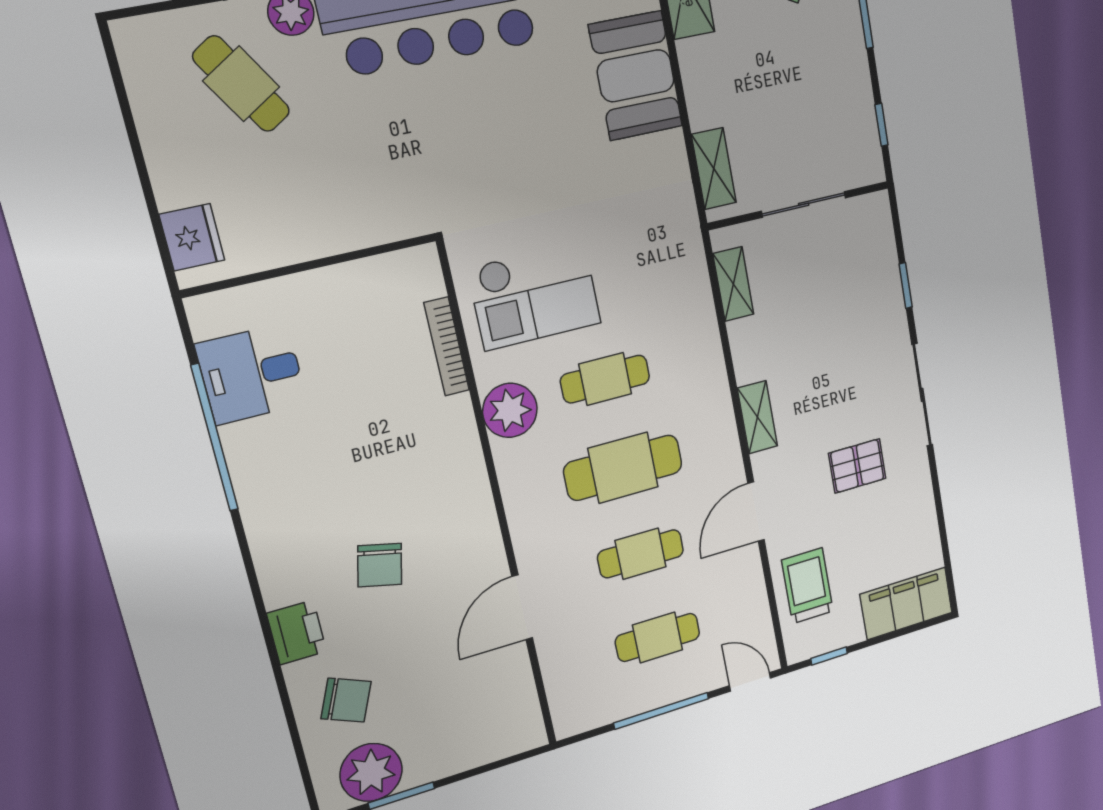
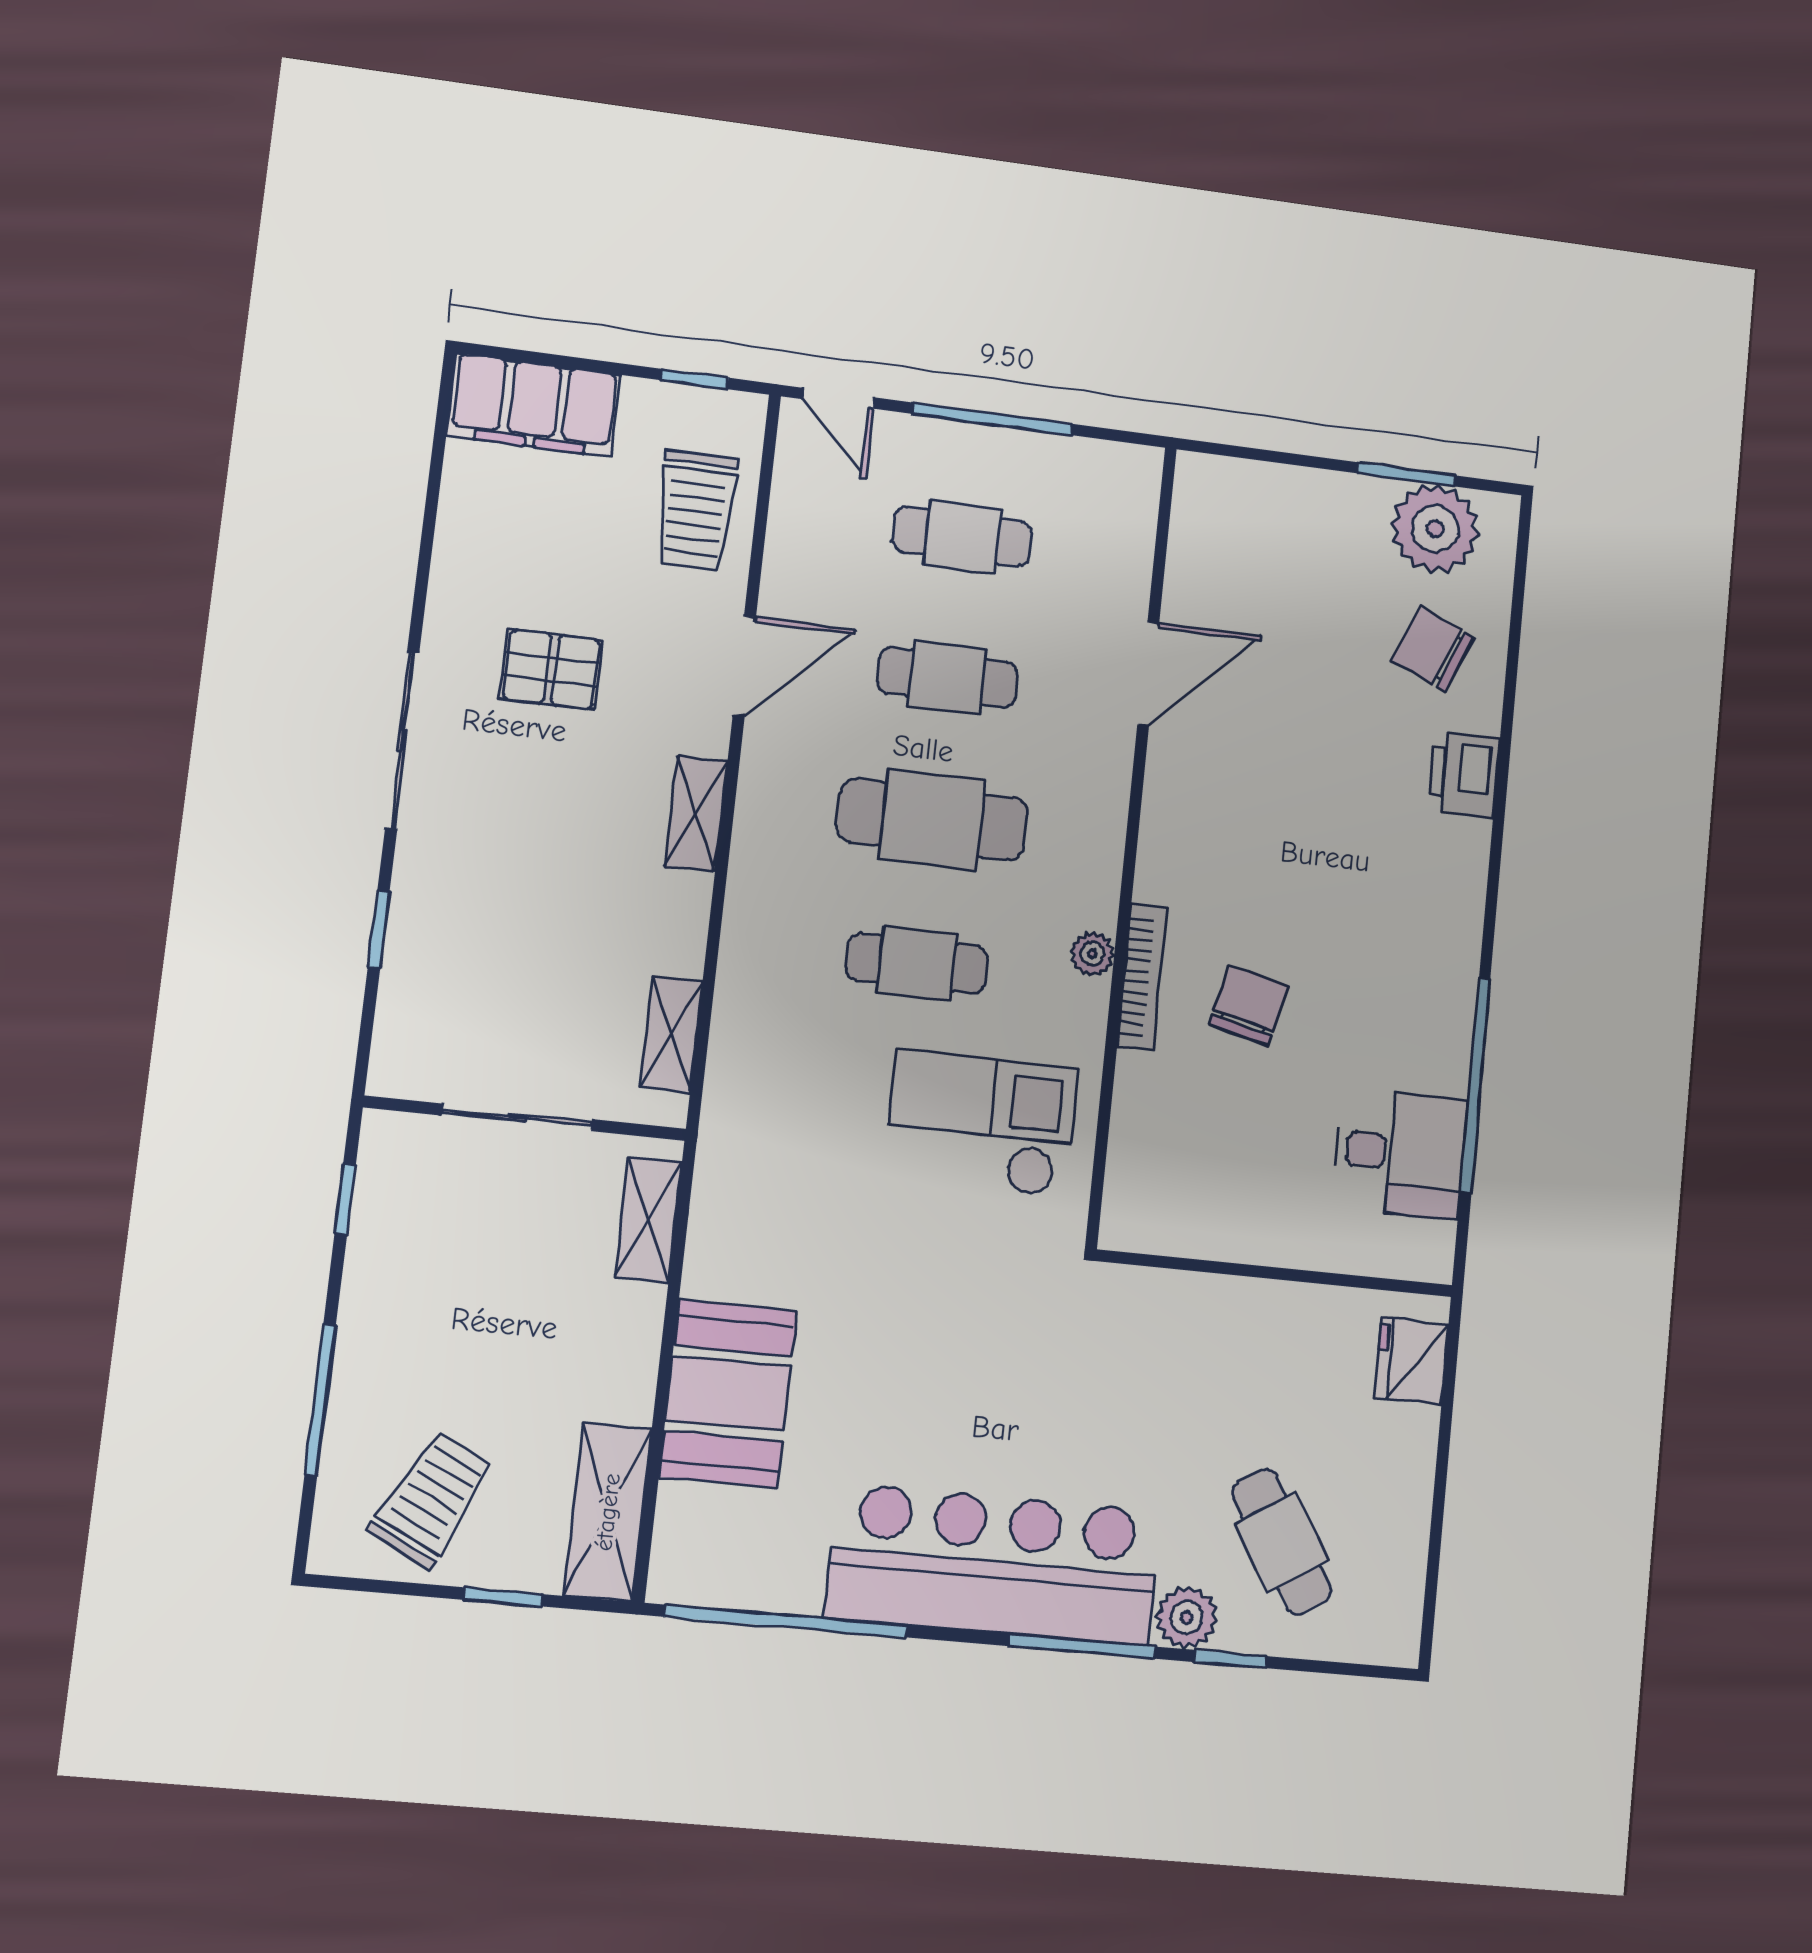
bookcase: (447, 347) -> (1142, 977), moved
plant: (510, 410) -> (1092, 954), width x0.53, depth x0.53
chair: (380, 565) -> (1249, 1005), moved

